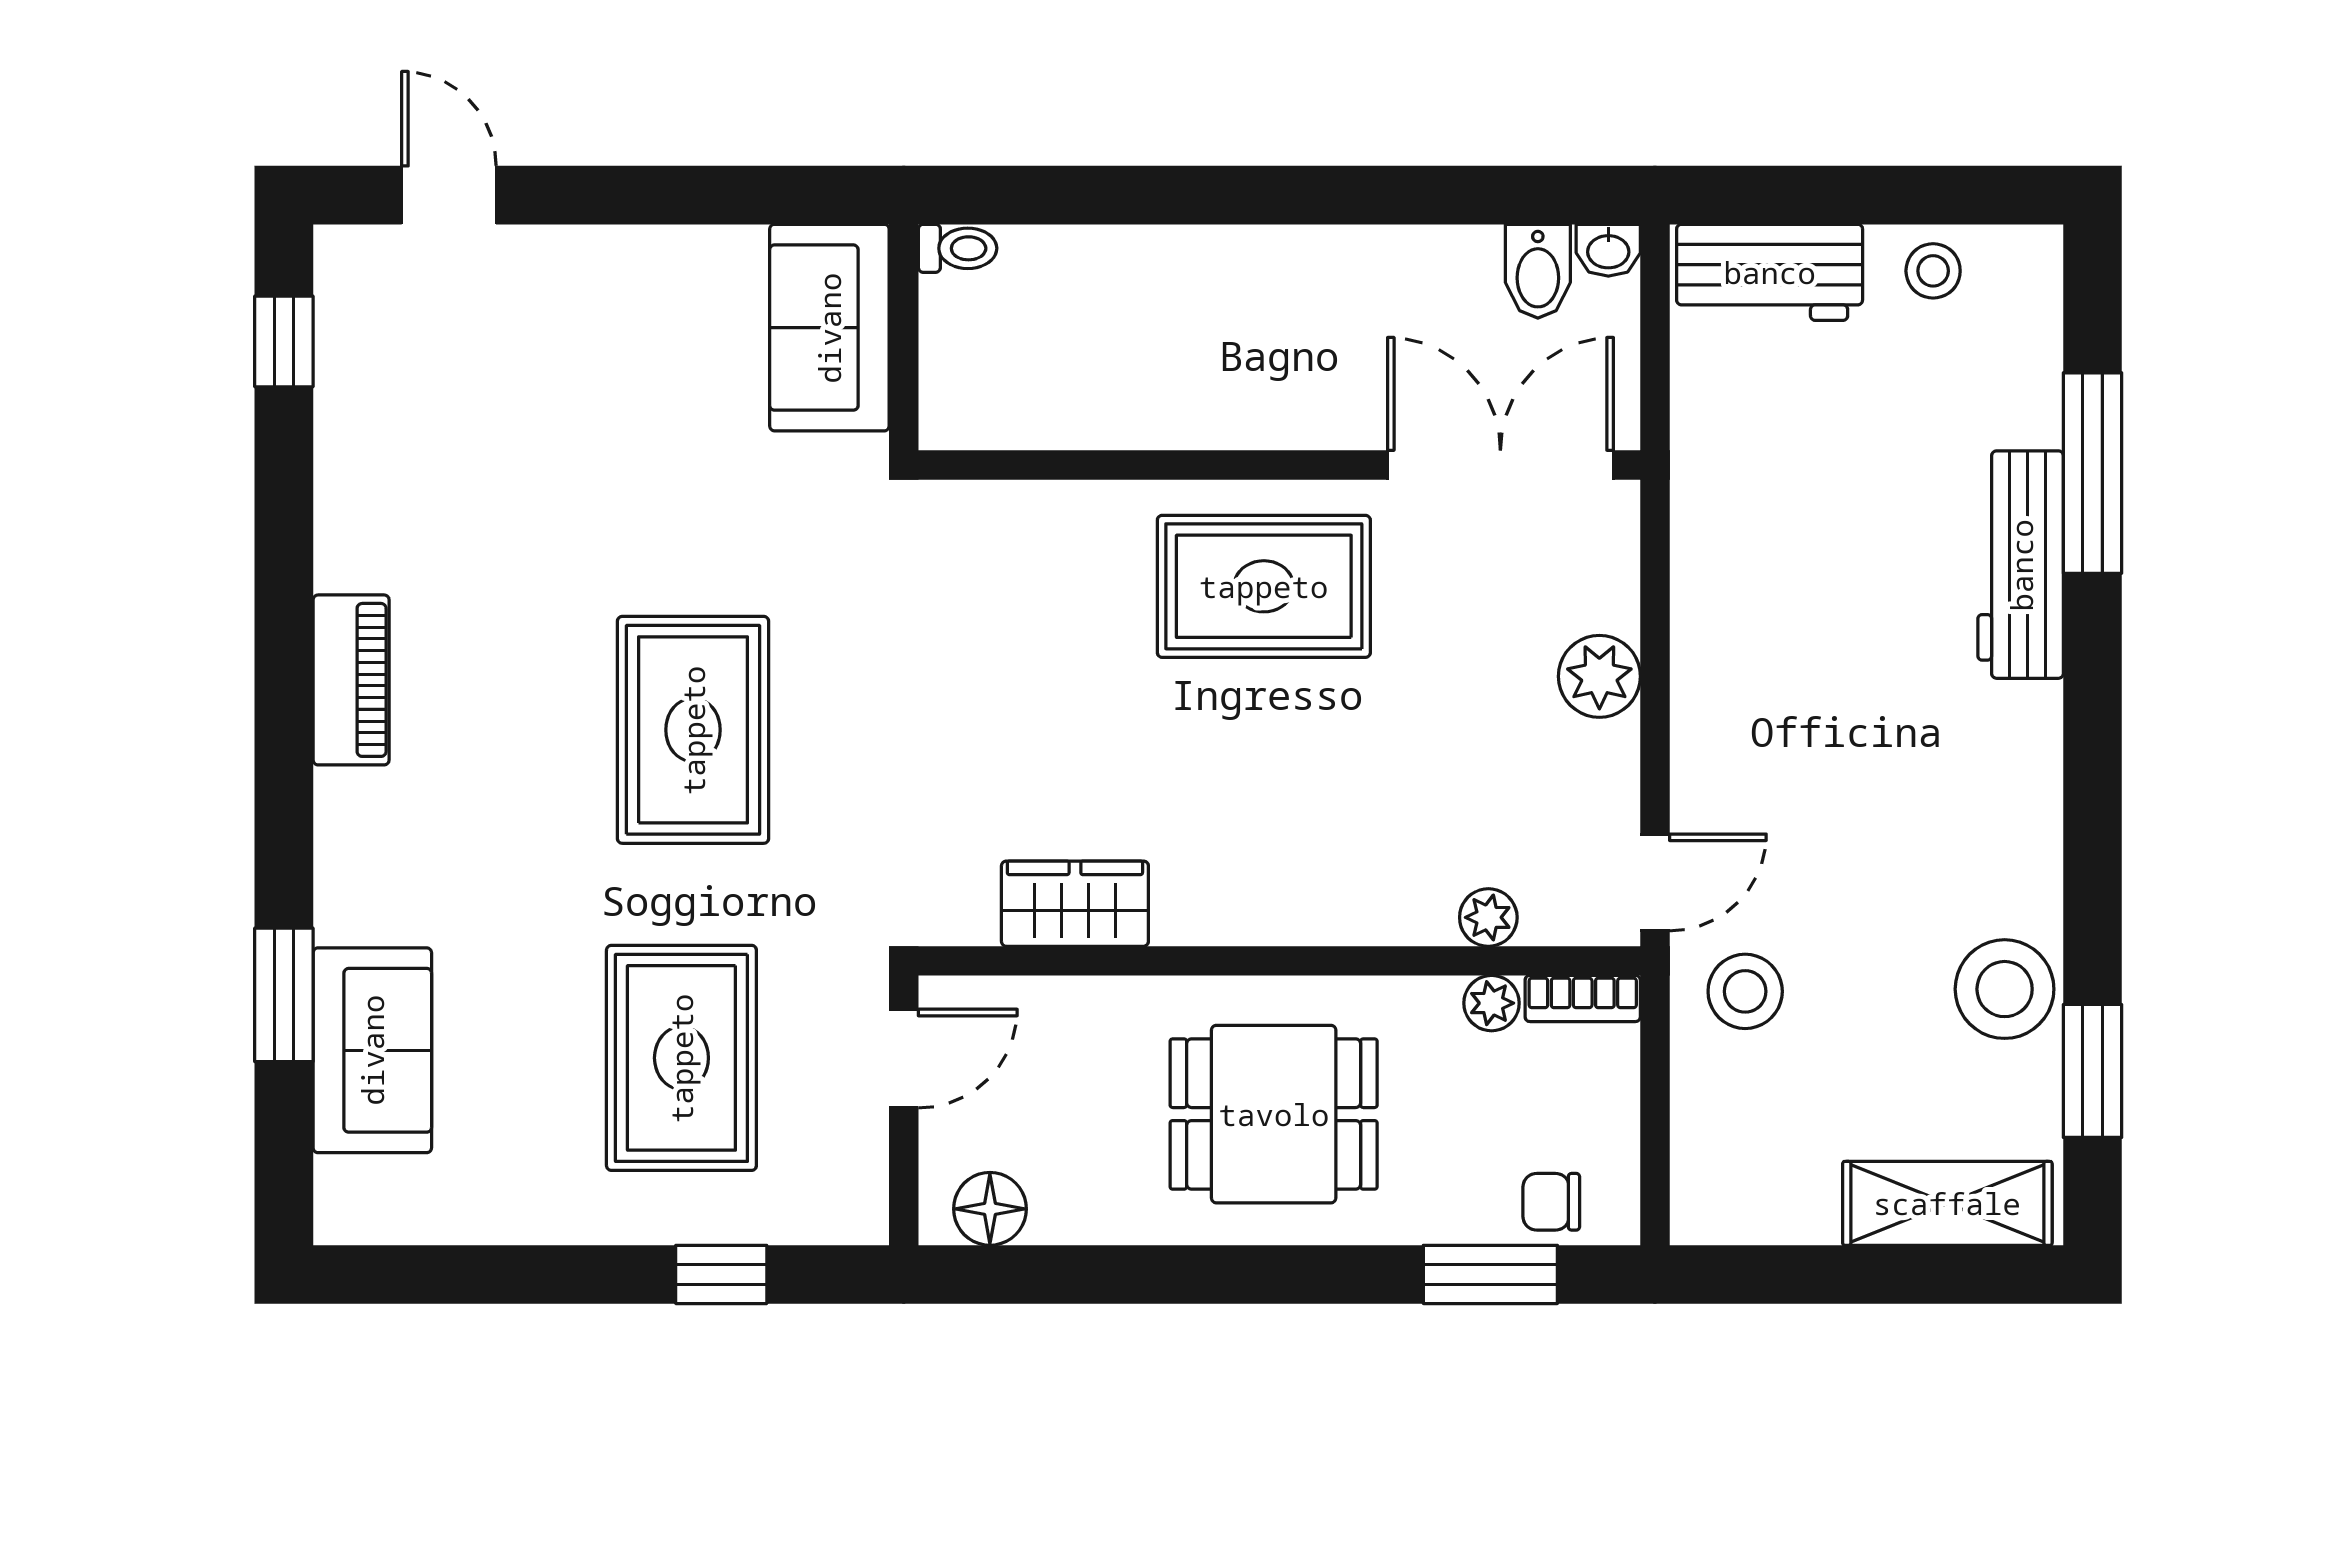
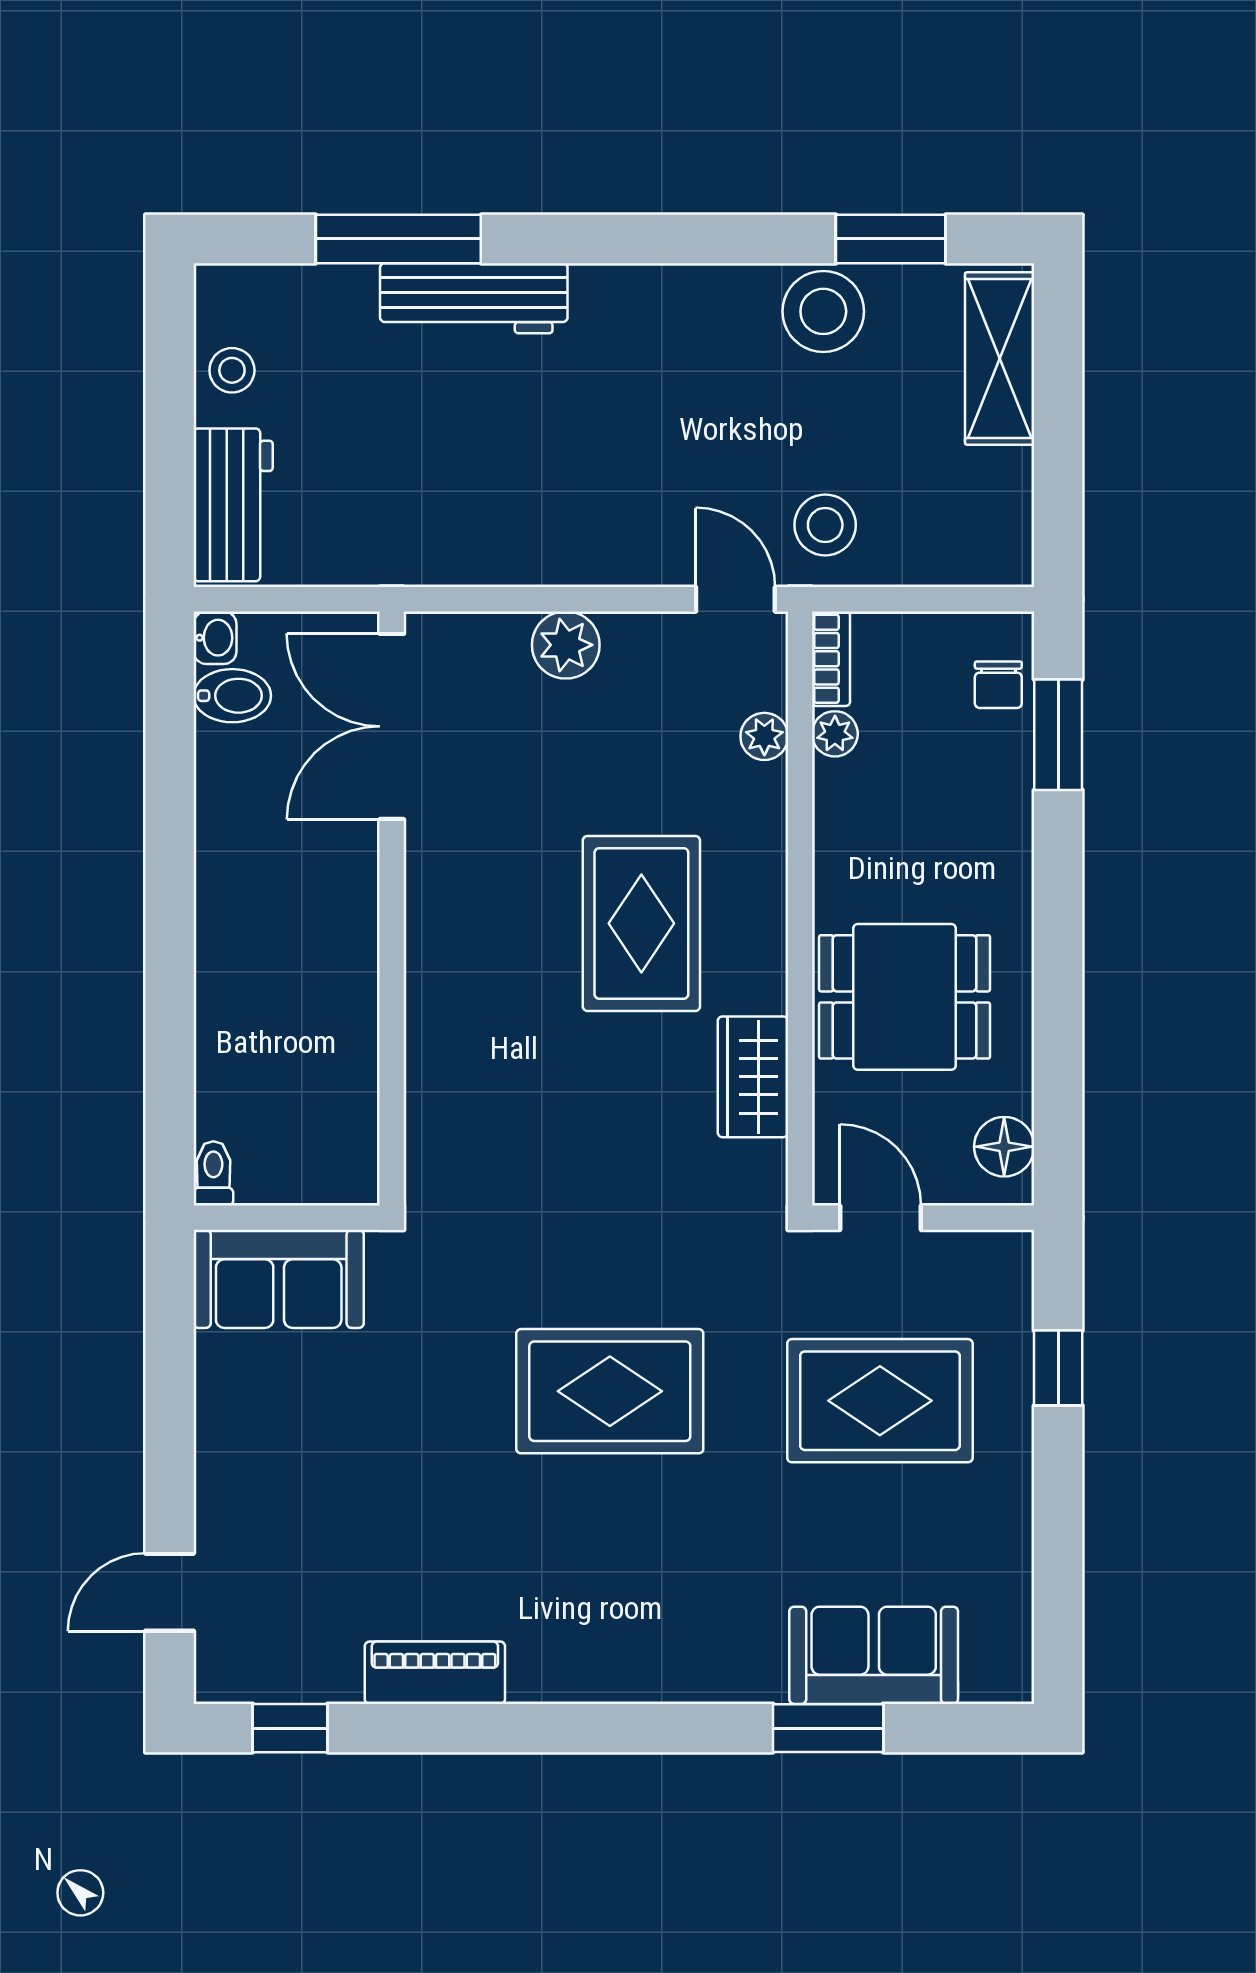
rug: (1264, 586) -> (641, 923), moved
piano: (351, 680) -> (435, 1673), moved
dining table: (1274, 1114) -> (905, 997), moved, turned 90

